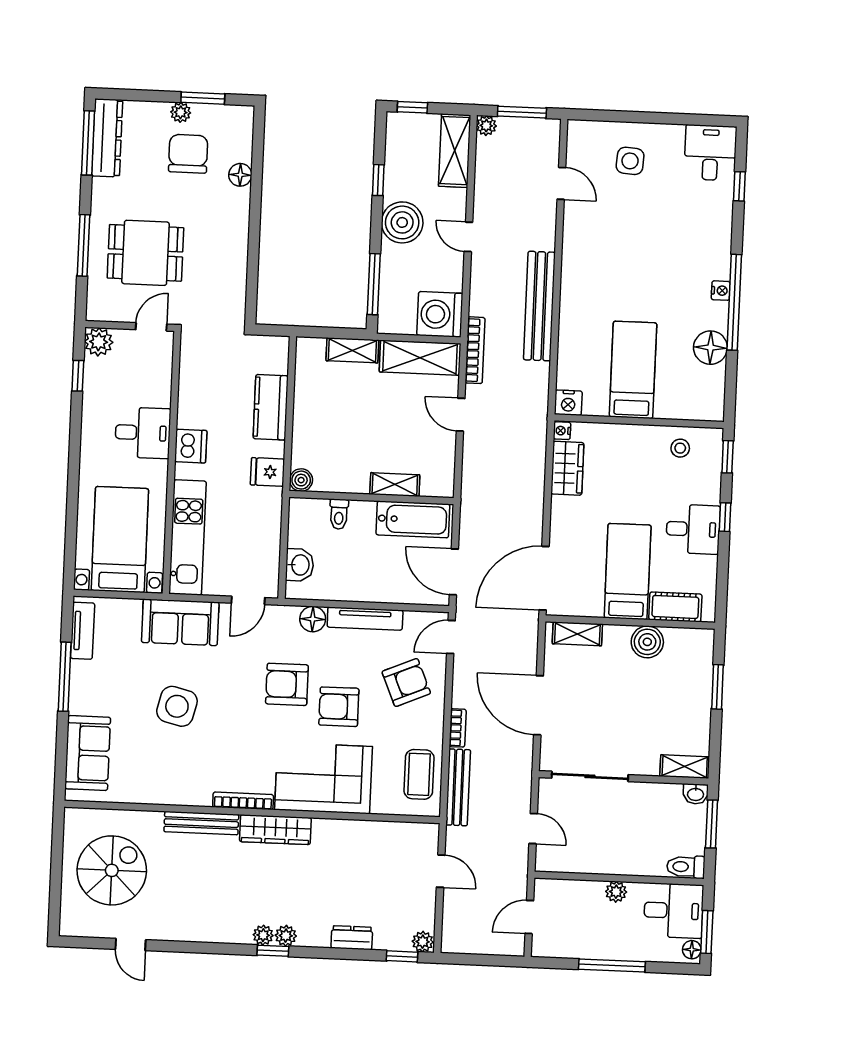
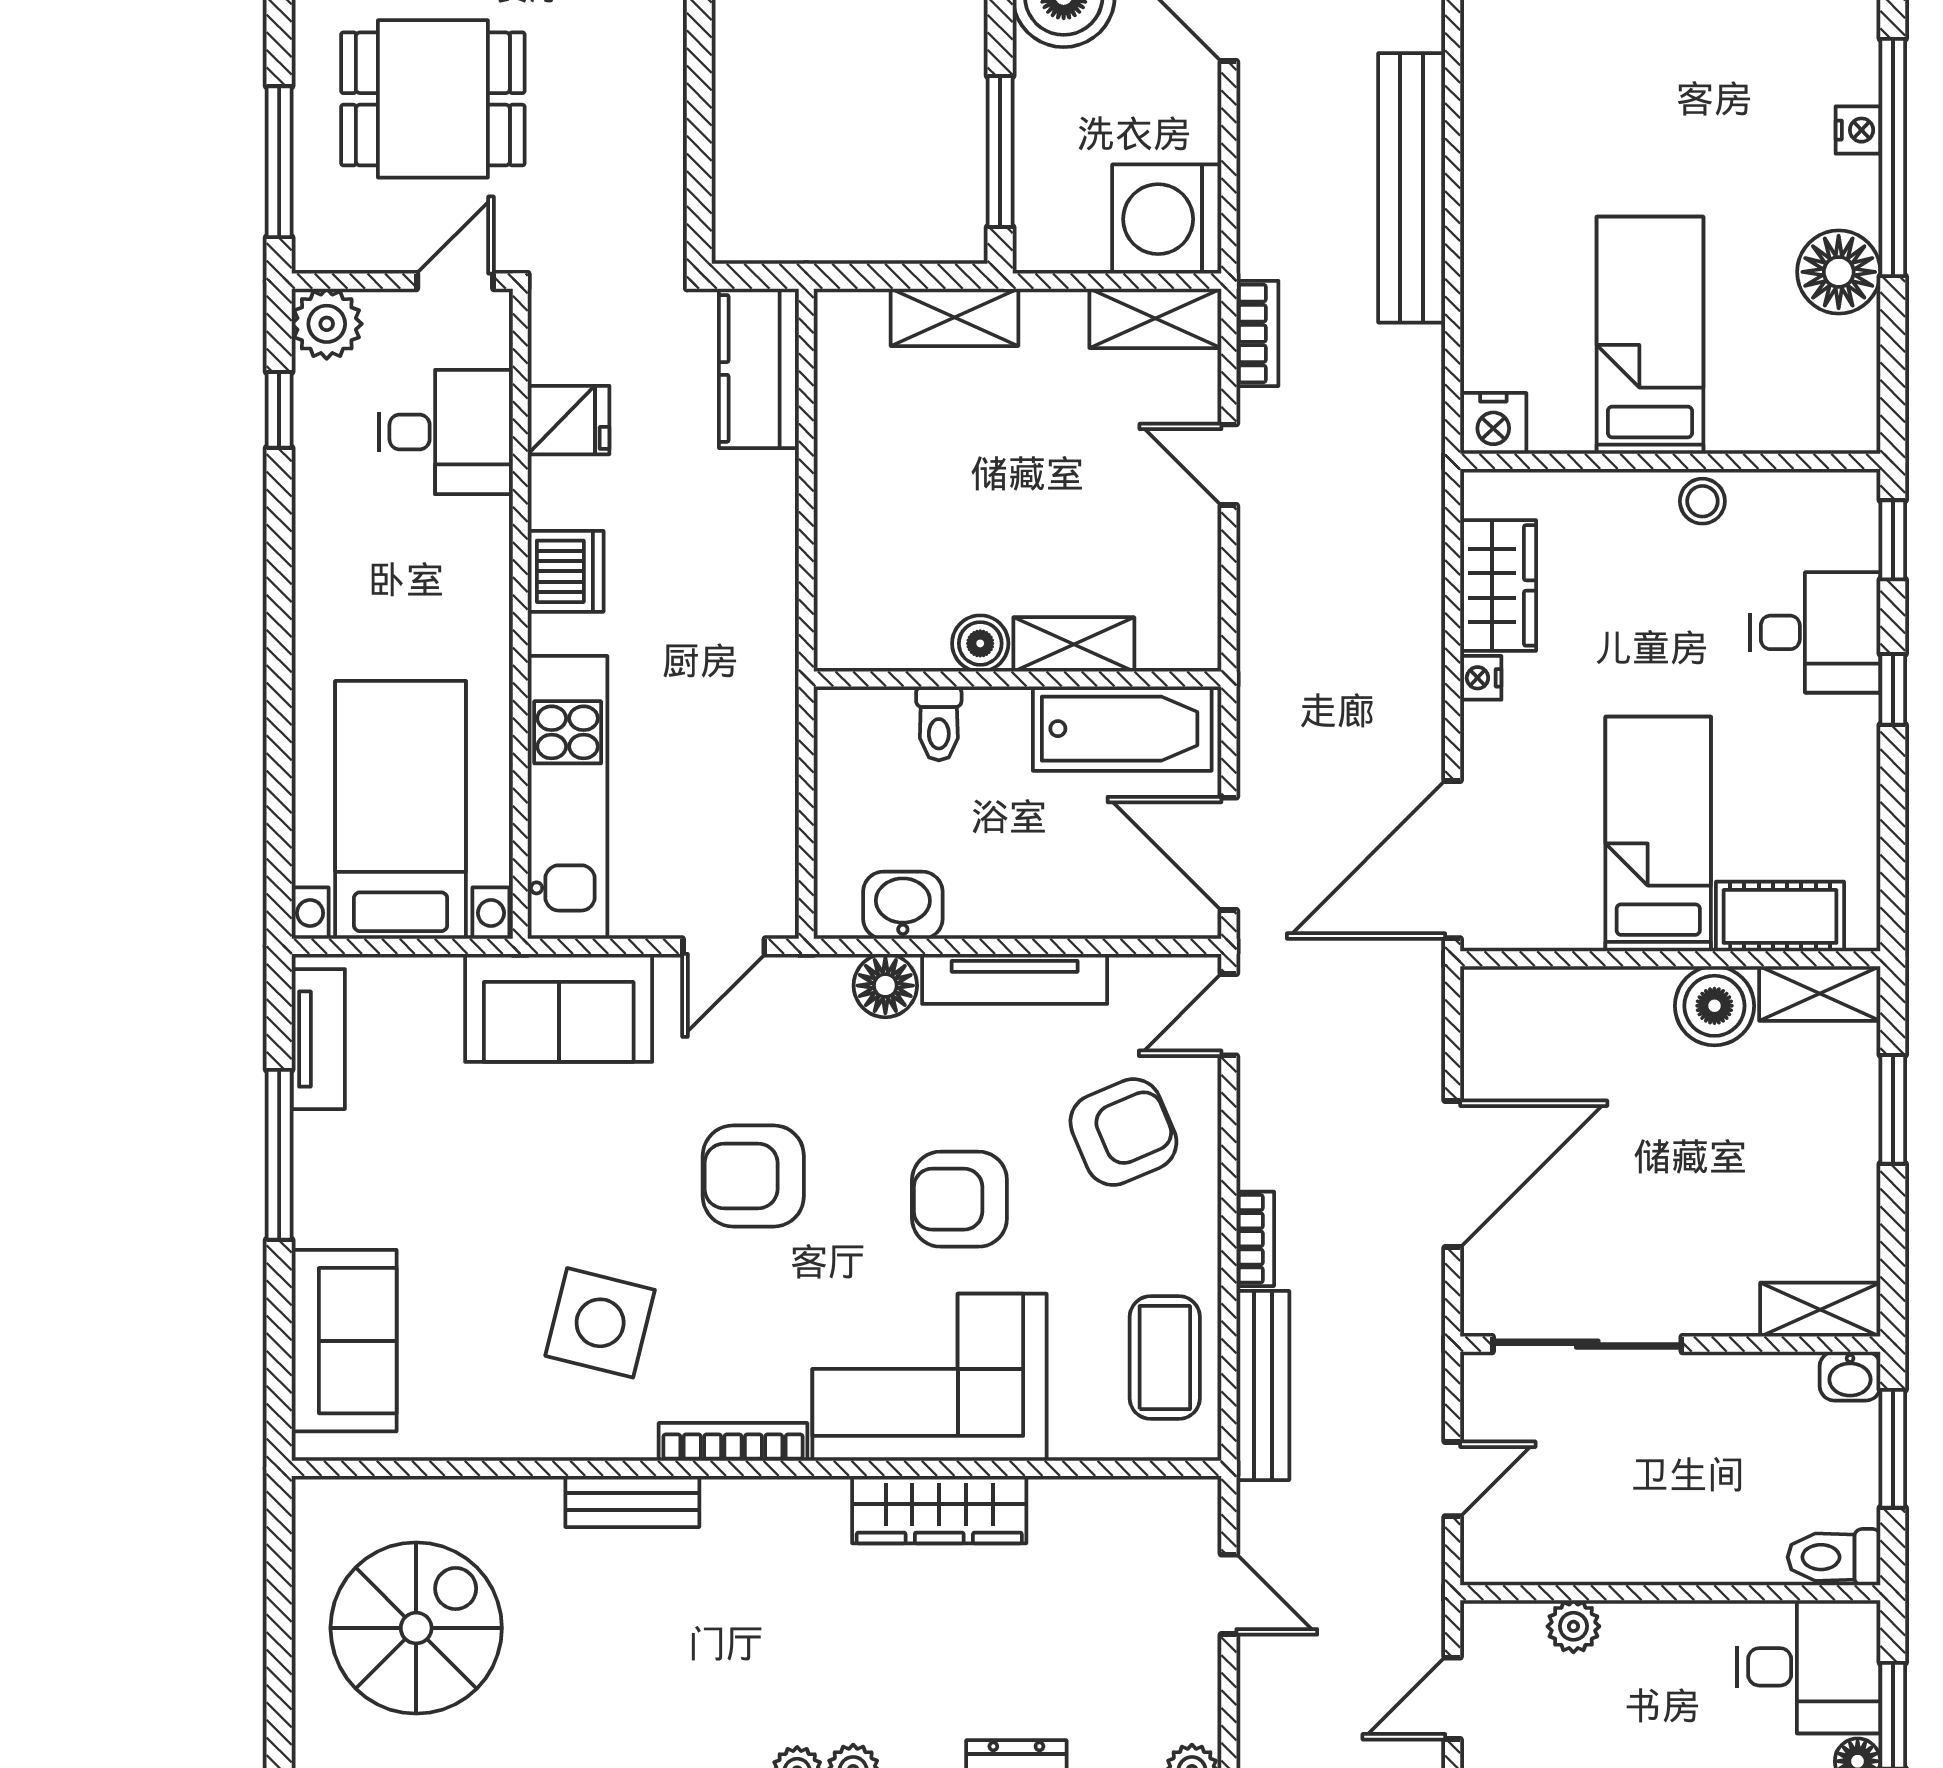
window: (84, 245) -> (279, 162), moved
bookcase: (475, 350) -> (1257, 333), width x0.64
shelving: (420, 358) -> (1155, 318), width x0.67, depth x0.75
kitchen counter: (271, 407) -> (759, 368), moved
nightstand: (562, 431) -> (1481, 678), moved
desk: (143, 433) -> (446, 432), moved
stool: (680, 448) -> (1702, 501), moved
fridge: (267, 472) -> (569, 420), moved, turned 180
boiler: (301, 480) -> (980, 643), moved
desk: (693, 529) -> (1815, 632), moved
washbasin: (300, 565) -> (903, 905), moved, turned -90
shelving: (577, 634) -> (1820, 993), moved
armchair: (287, 684) -> (753, 1176), moved
door: (539, 705) -> (1453, 1174), swing flipped
side table: (177, 706) -> (600, 1323), moved
bench: (201, 823) -> (632, 1501), width x0.73
door: (533, 829) -> (1453, 1479), hinge flipped
wardrobe: (275, 830) -> (939, 1510), moved
plant: (616, 892) -> (1573, 1626), moved

